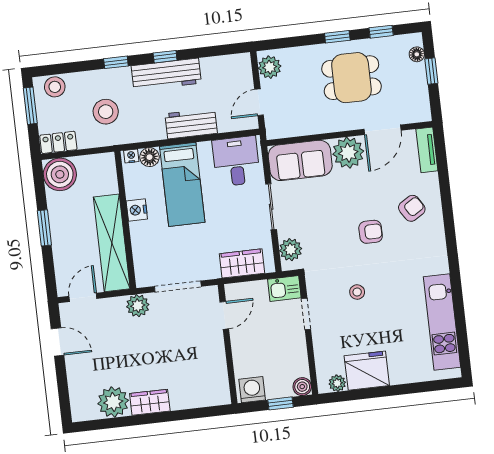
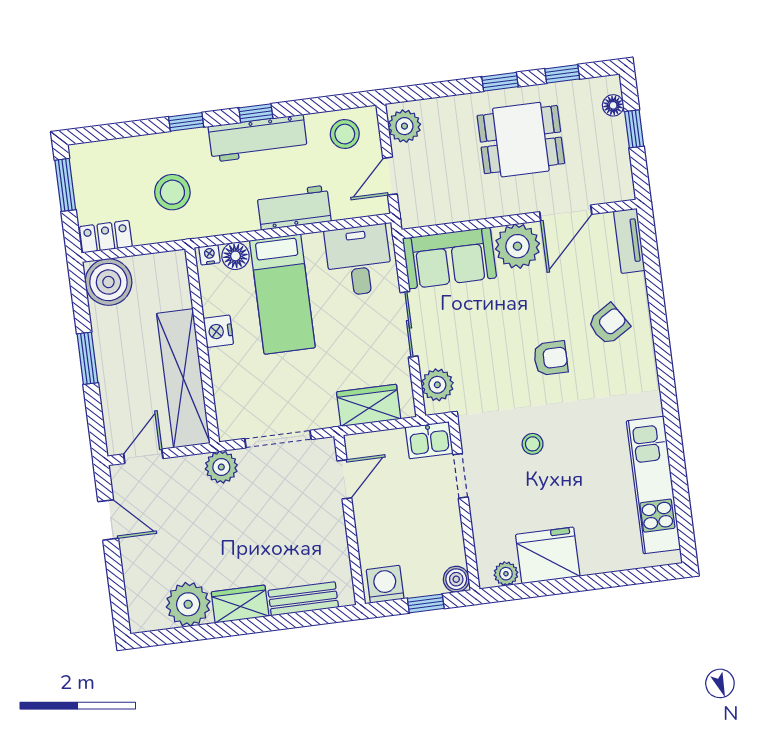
stool: (55, 87) -> (345, 134), moved
bench: (194, 399) -> (303, 599), added

